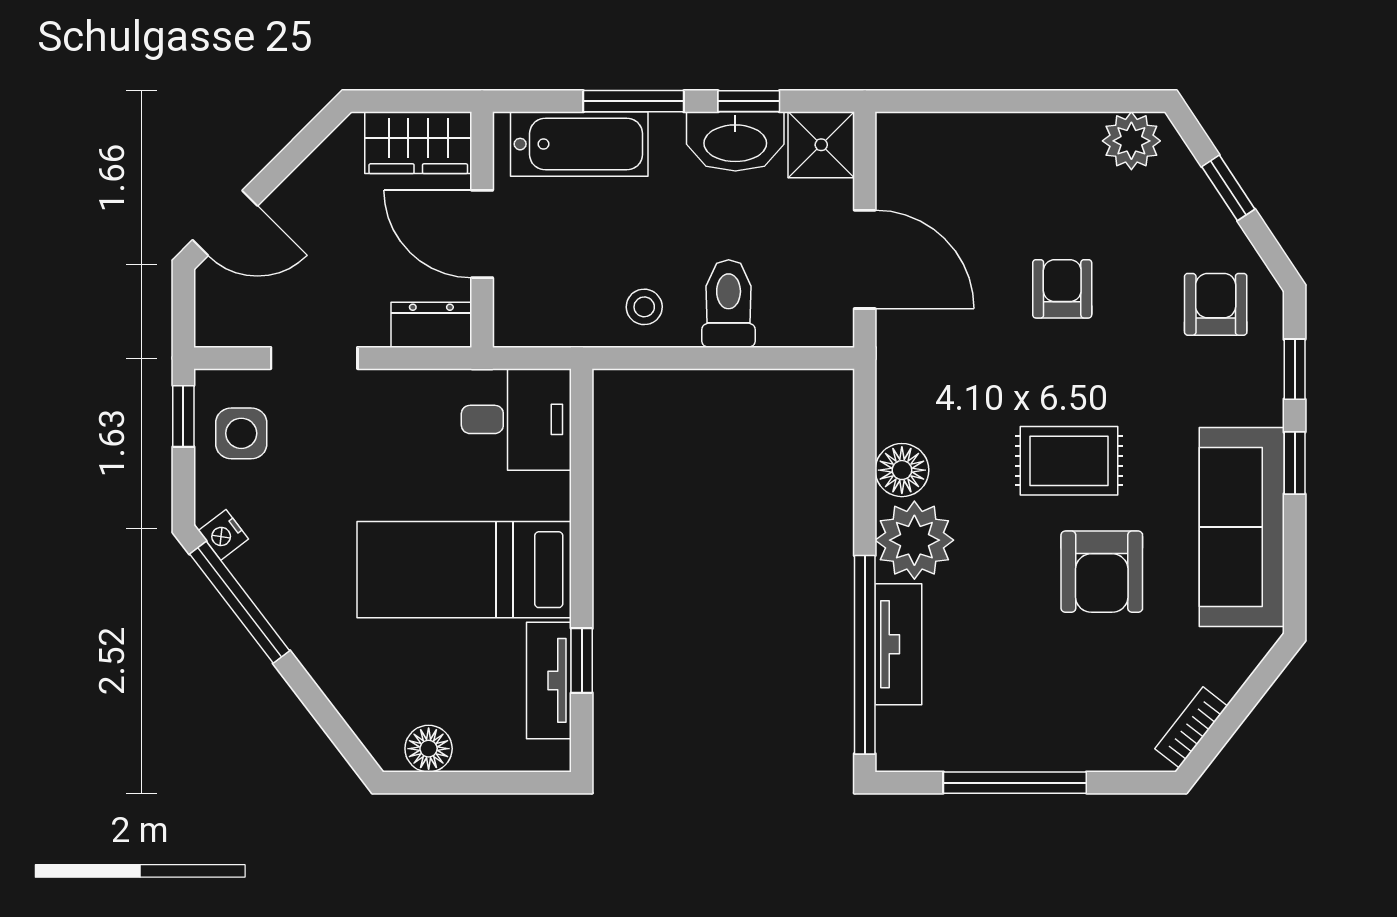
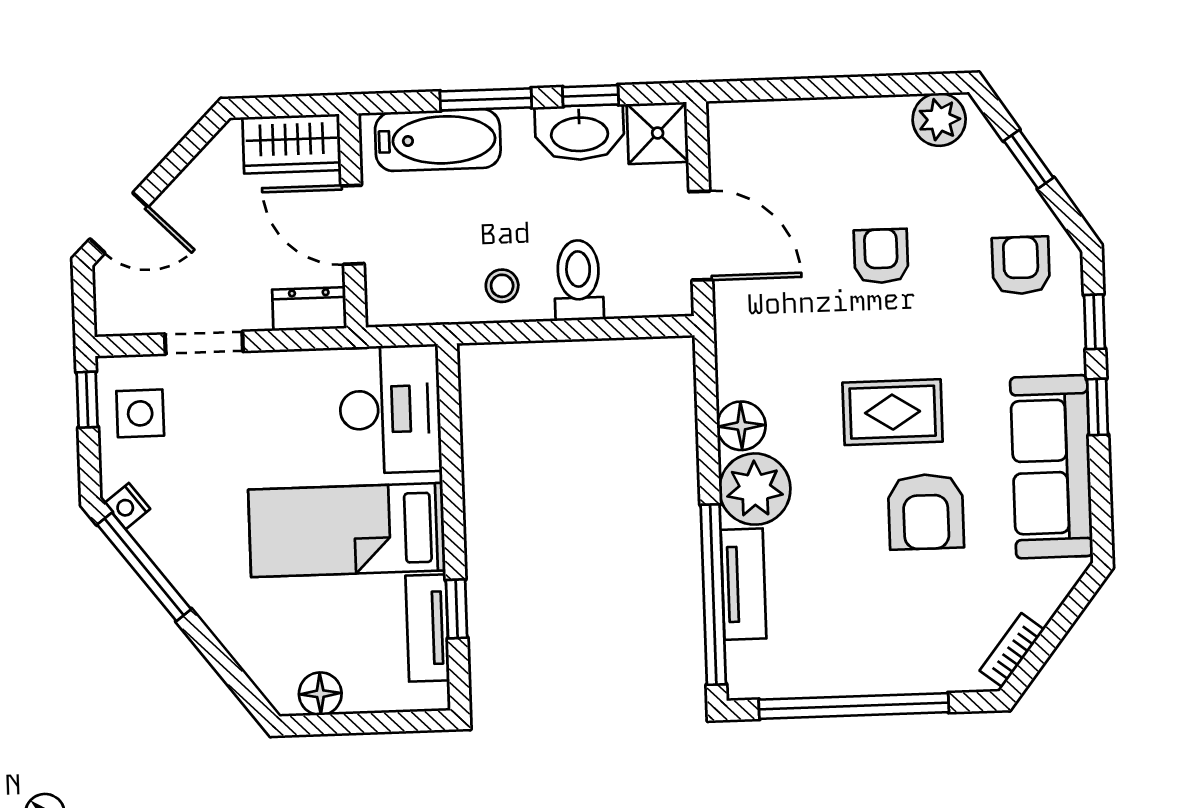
desk: (516, 419) -> (390, 409), width x1.37
window: (1015, 783) -> (854, 706), width x1.46

